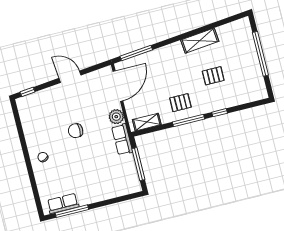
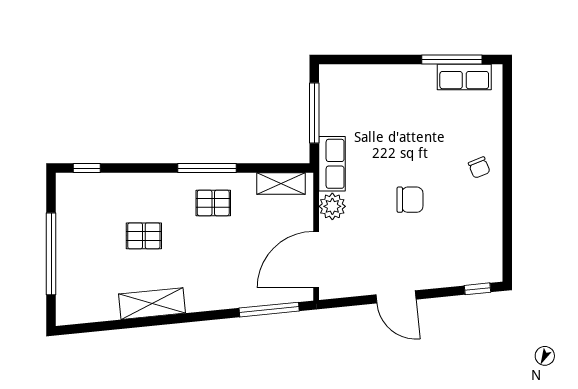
window: (220, 113) -> (87, 168), moved

